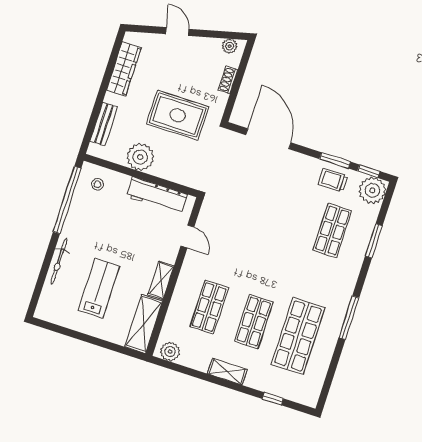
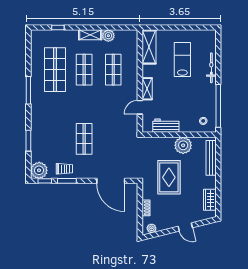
wardrobe: (124, 69) -> (210, 200), width x0.67
rug: (178, 115) -> (169, 177), turned 90
bench: (104, 124) -> (211, 158), width x1.36
workbench: (157, 196) -> (166, 126), width x0.73
shop shelf: (332, 230) -> (84, 139), moved
door: (187, 237) -> (140, 107), hinge flipped
shelving: (161, 280) -> (147, 89), moved
lab bench: (99, 288) -> (182, 60), turned 180
plant: (170, 352) -> (108, 36), moved

